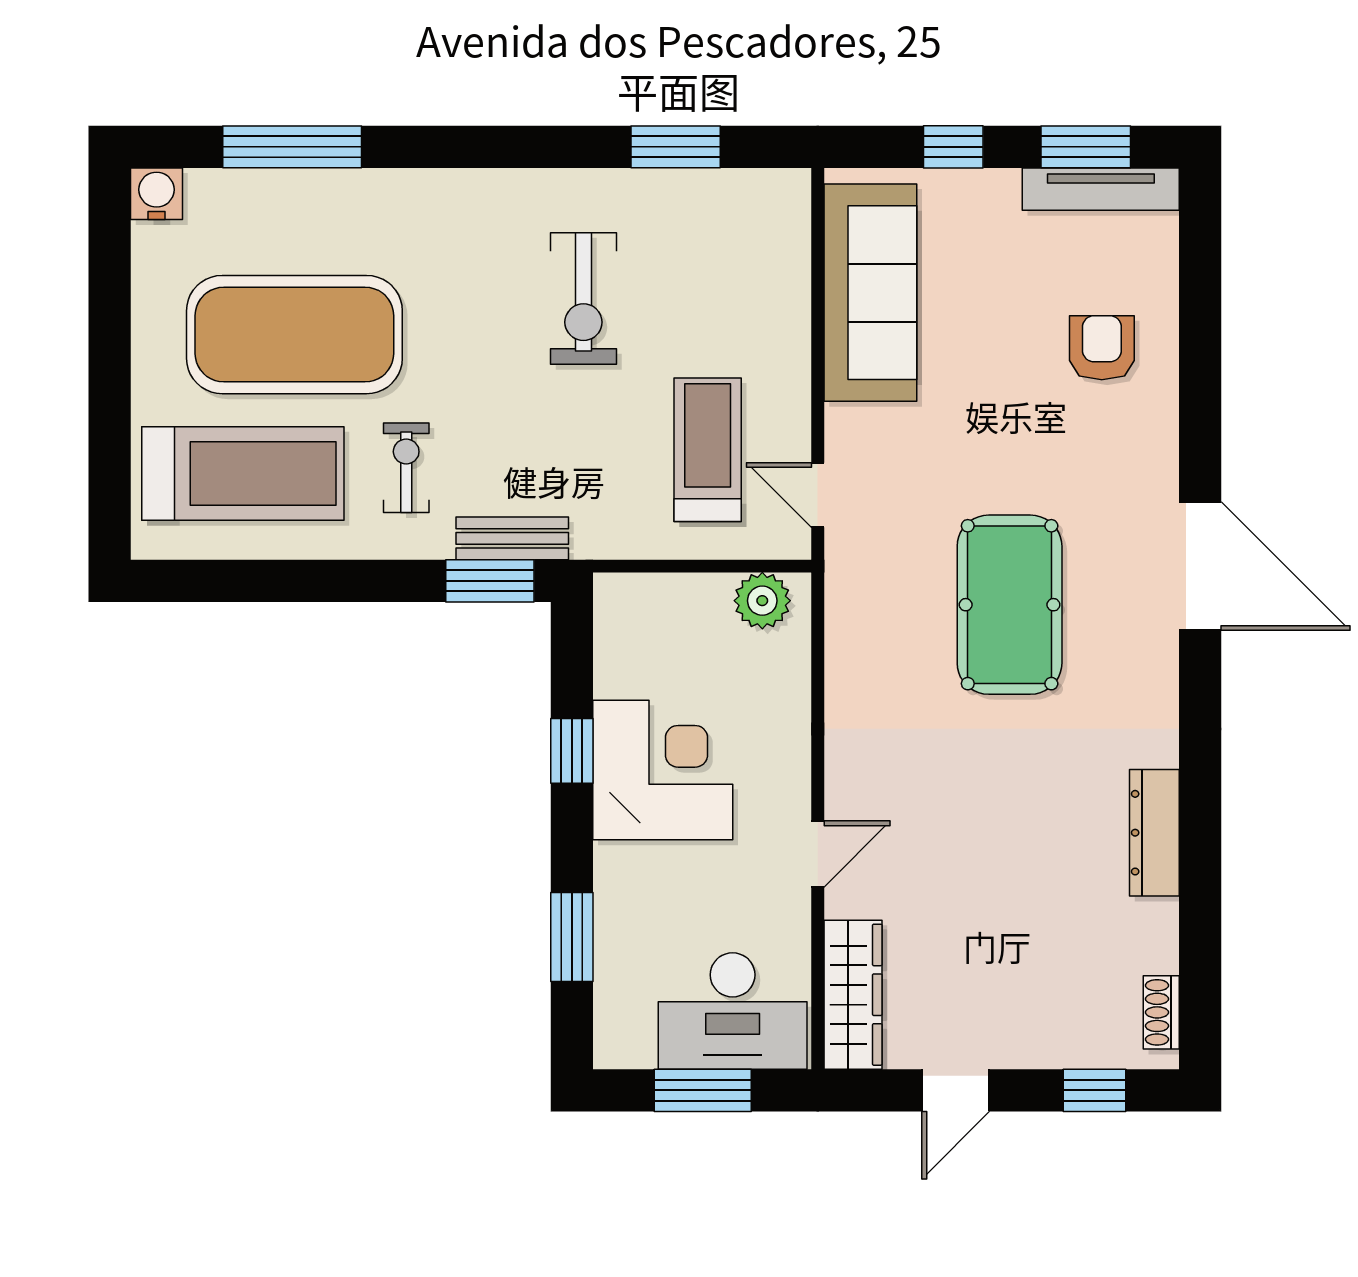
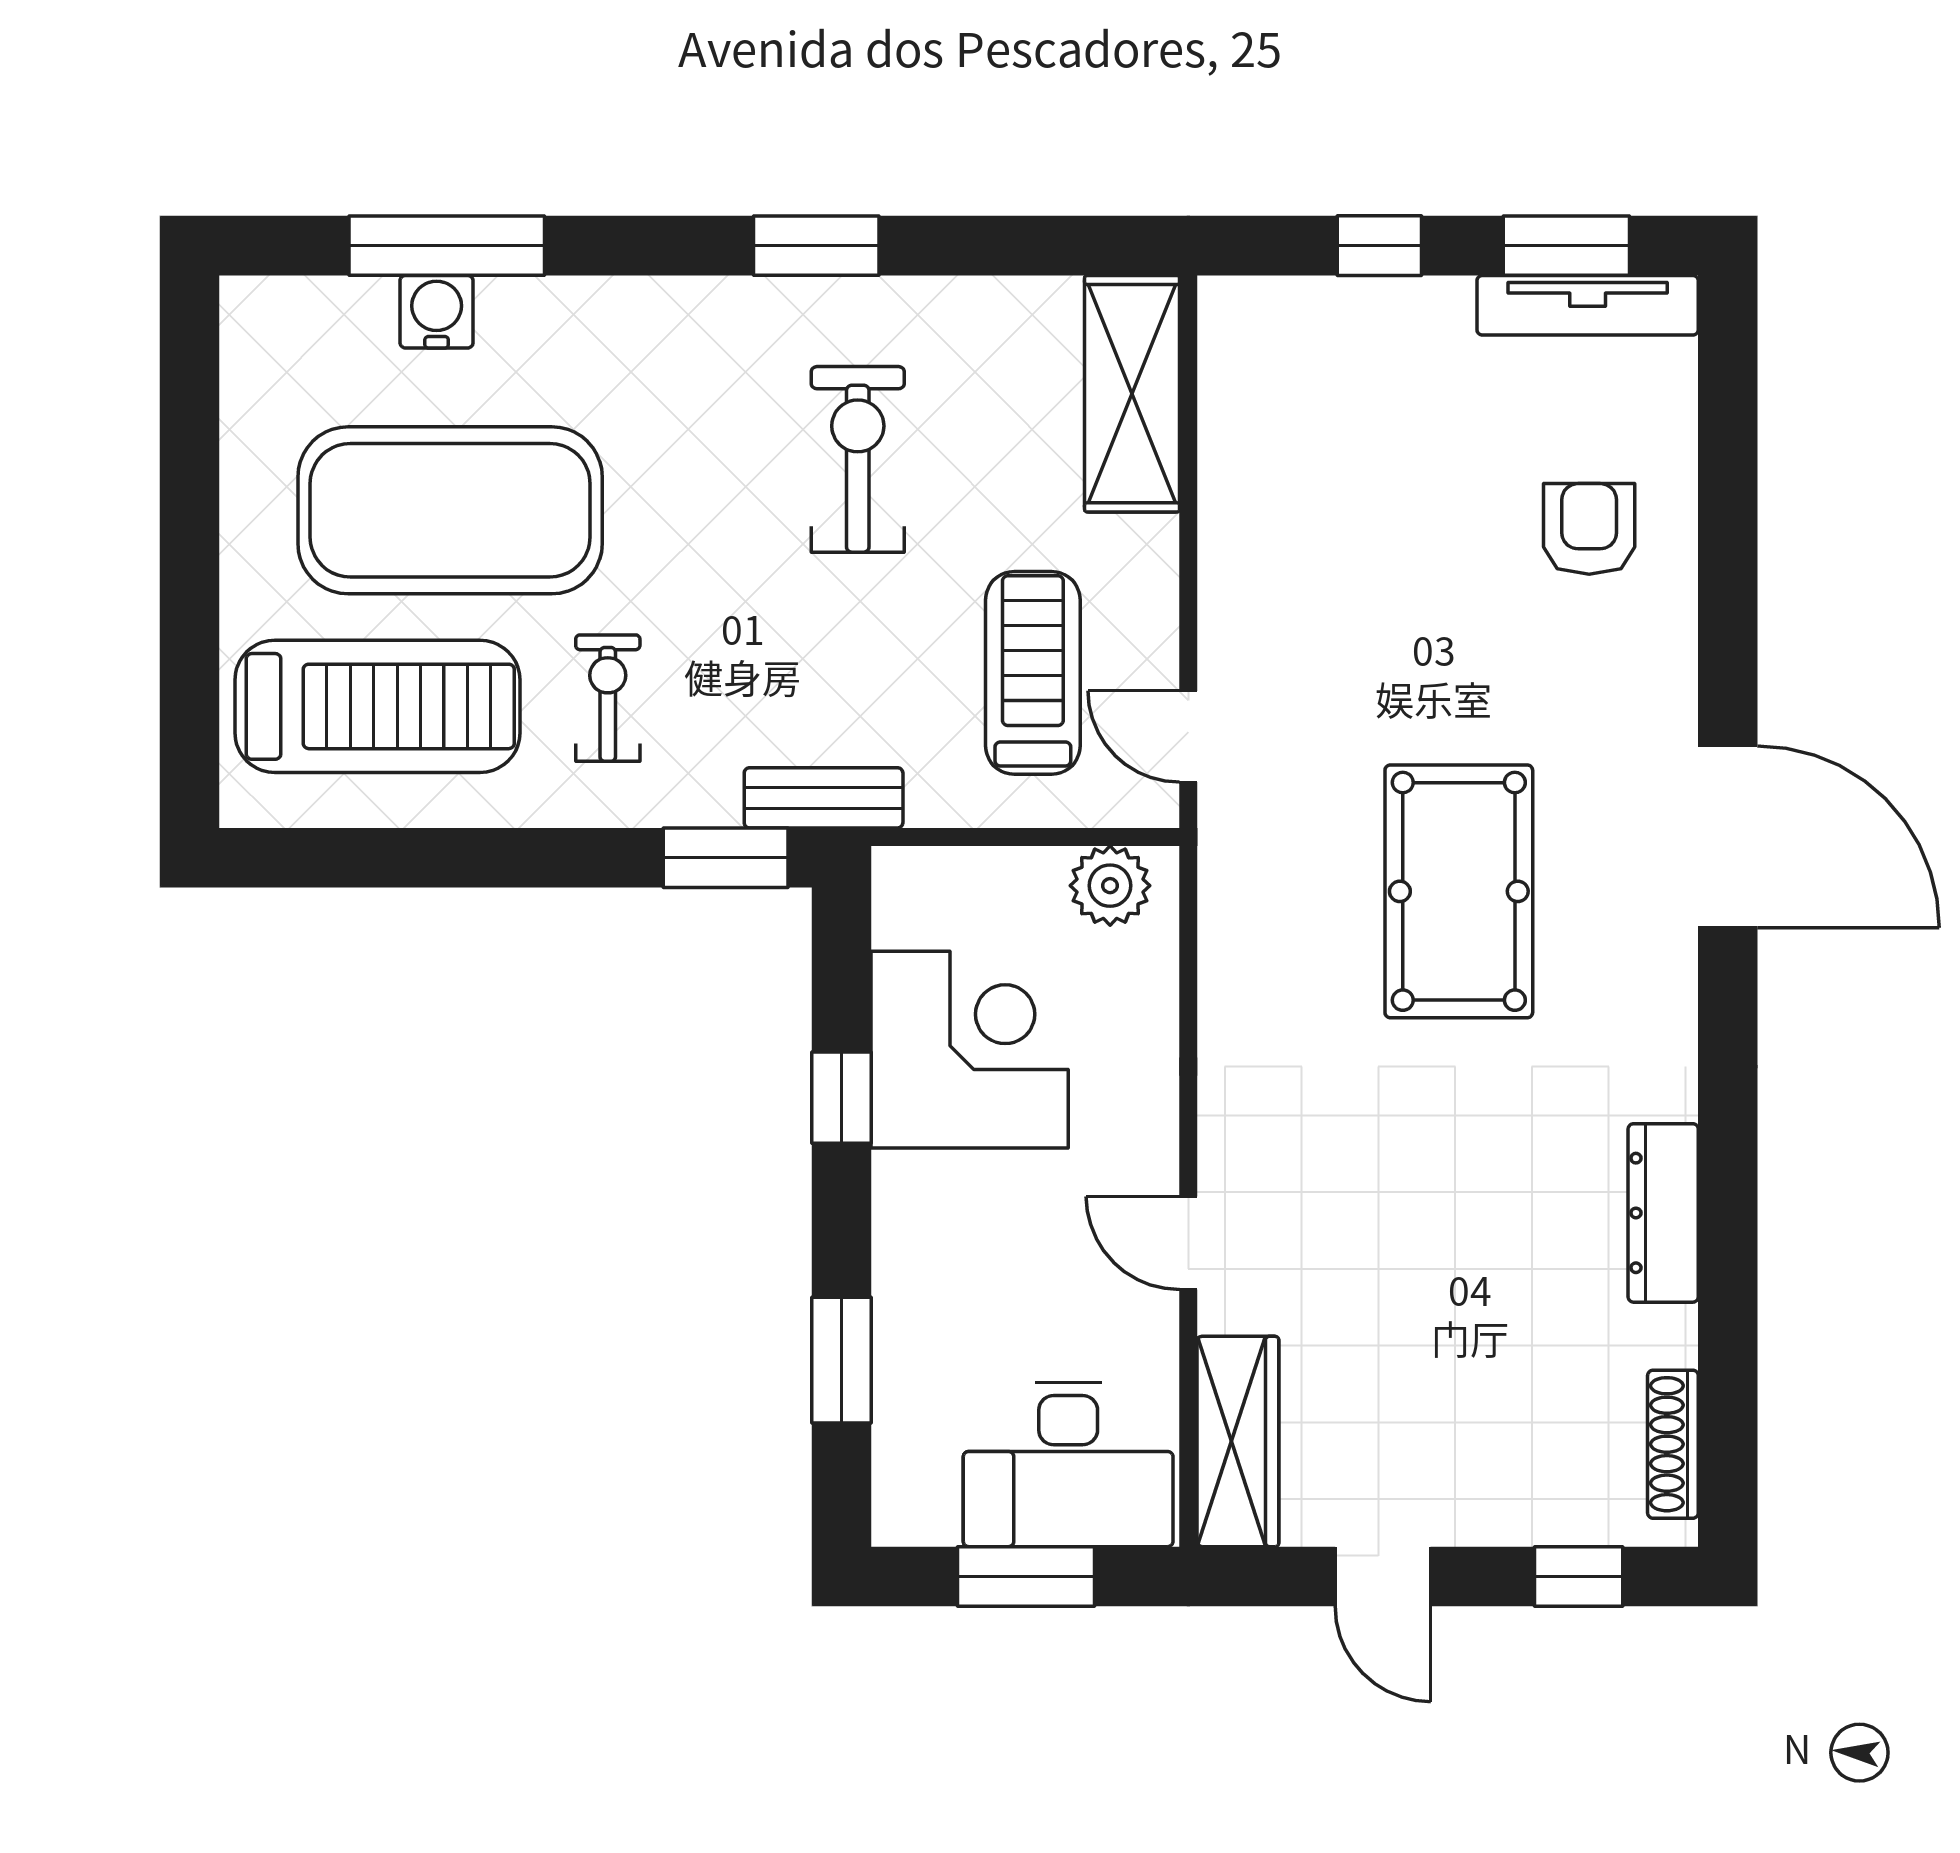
window: (676, 147) -> (816, 246), moved
water cooler: (157, 194) -> (437, 312), moved
shelving: (778, 252) -> (1132, 394), added
sofa: (870, 293) -> (1262, 451), removed
exercise bike: (583, 298) -> (858, 459), turned 180
bench: (512, 538) -> (824, 798), moved
corner desk: (663, 770) -> (970, 1050), moved
door: (818, 854) -> (1188, 1243), swing flipped
shoe rack: (1161, 1012) -> (1673, 1444), width x1.43
door: (956, 1090) -> (1383, 1576), hinge flipped

